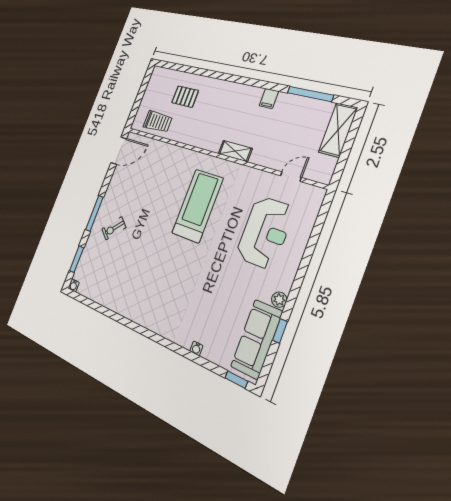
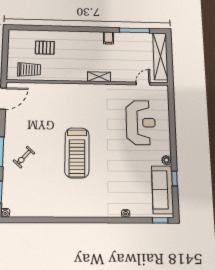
shelving: (338, 130) -> (160, 56), width x1.47
treadmill: (197, 206) -> (77, 153), moved, turned 180

